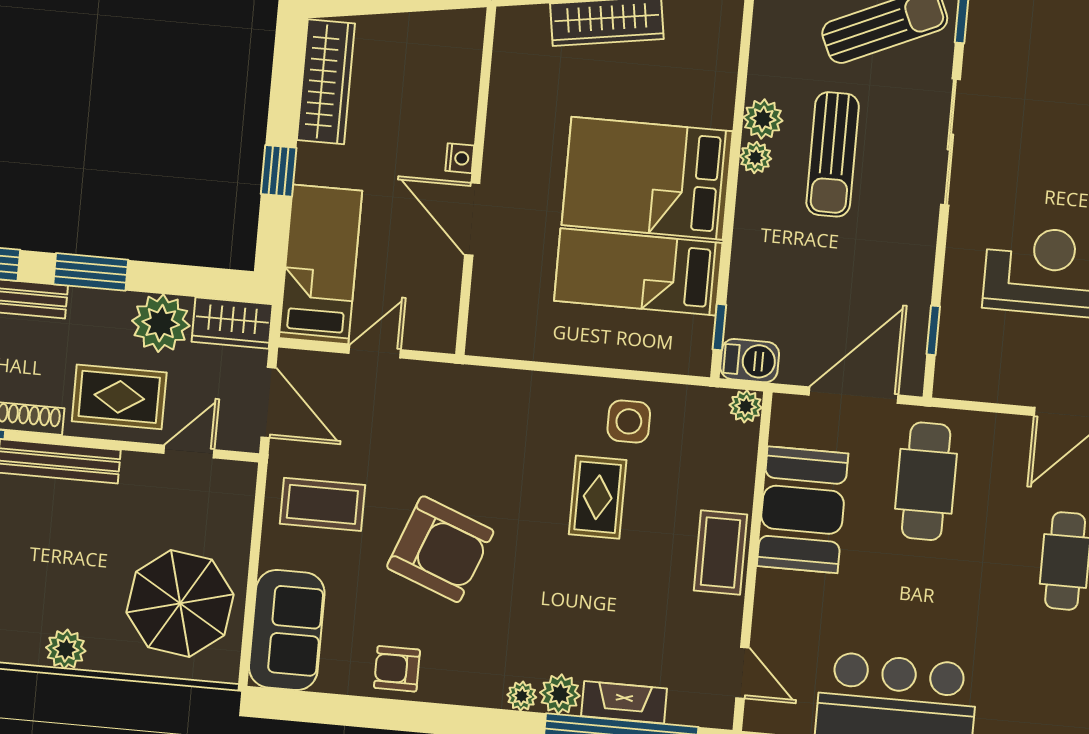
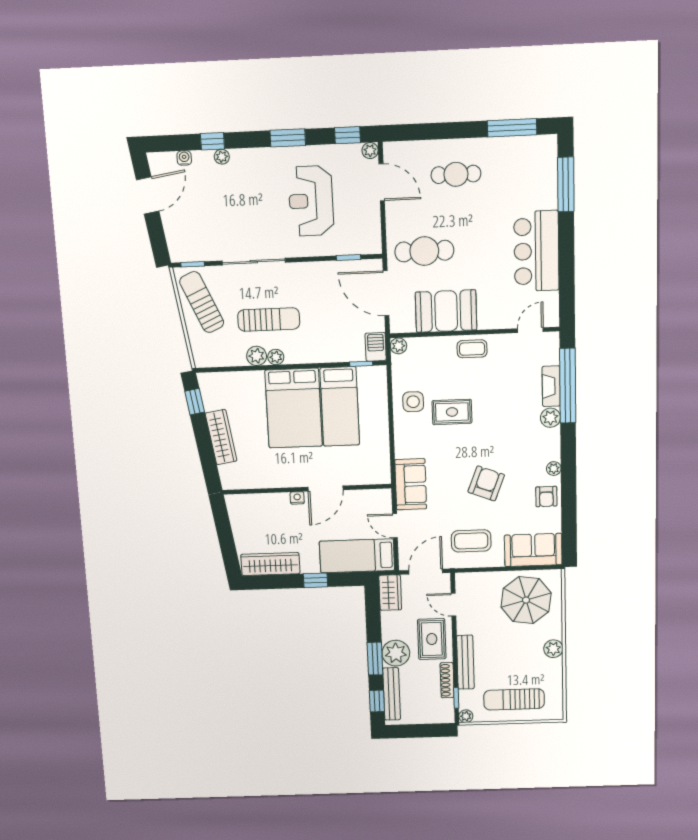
plant: (161, 323) -> (396, 653), moved
sofa: (458, 395) -> (411, 484), added
coffee table: (322, 504) -> (471, 541), turned 90
armchair: (440, 549) -> (486, 483), width x0.73, depth x0.73
coffee table: (720, 553) -> (472, 349), width x0.73, depth x0.77
plant: (522, 696) -> (554, 469), moved

